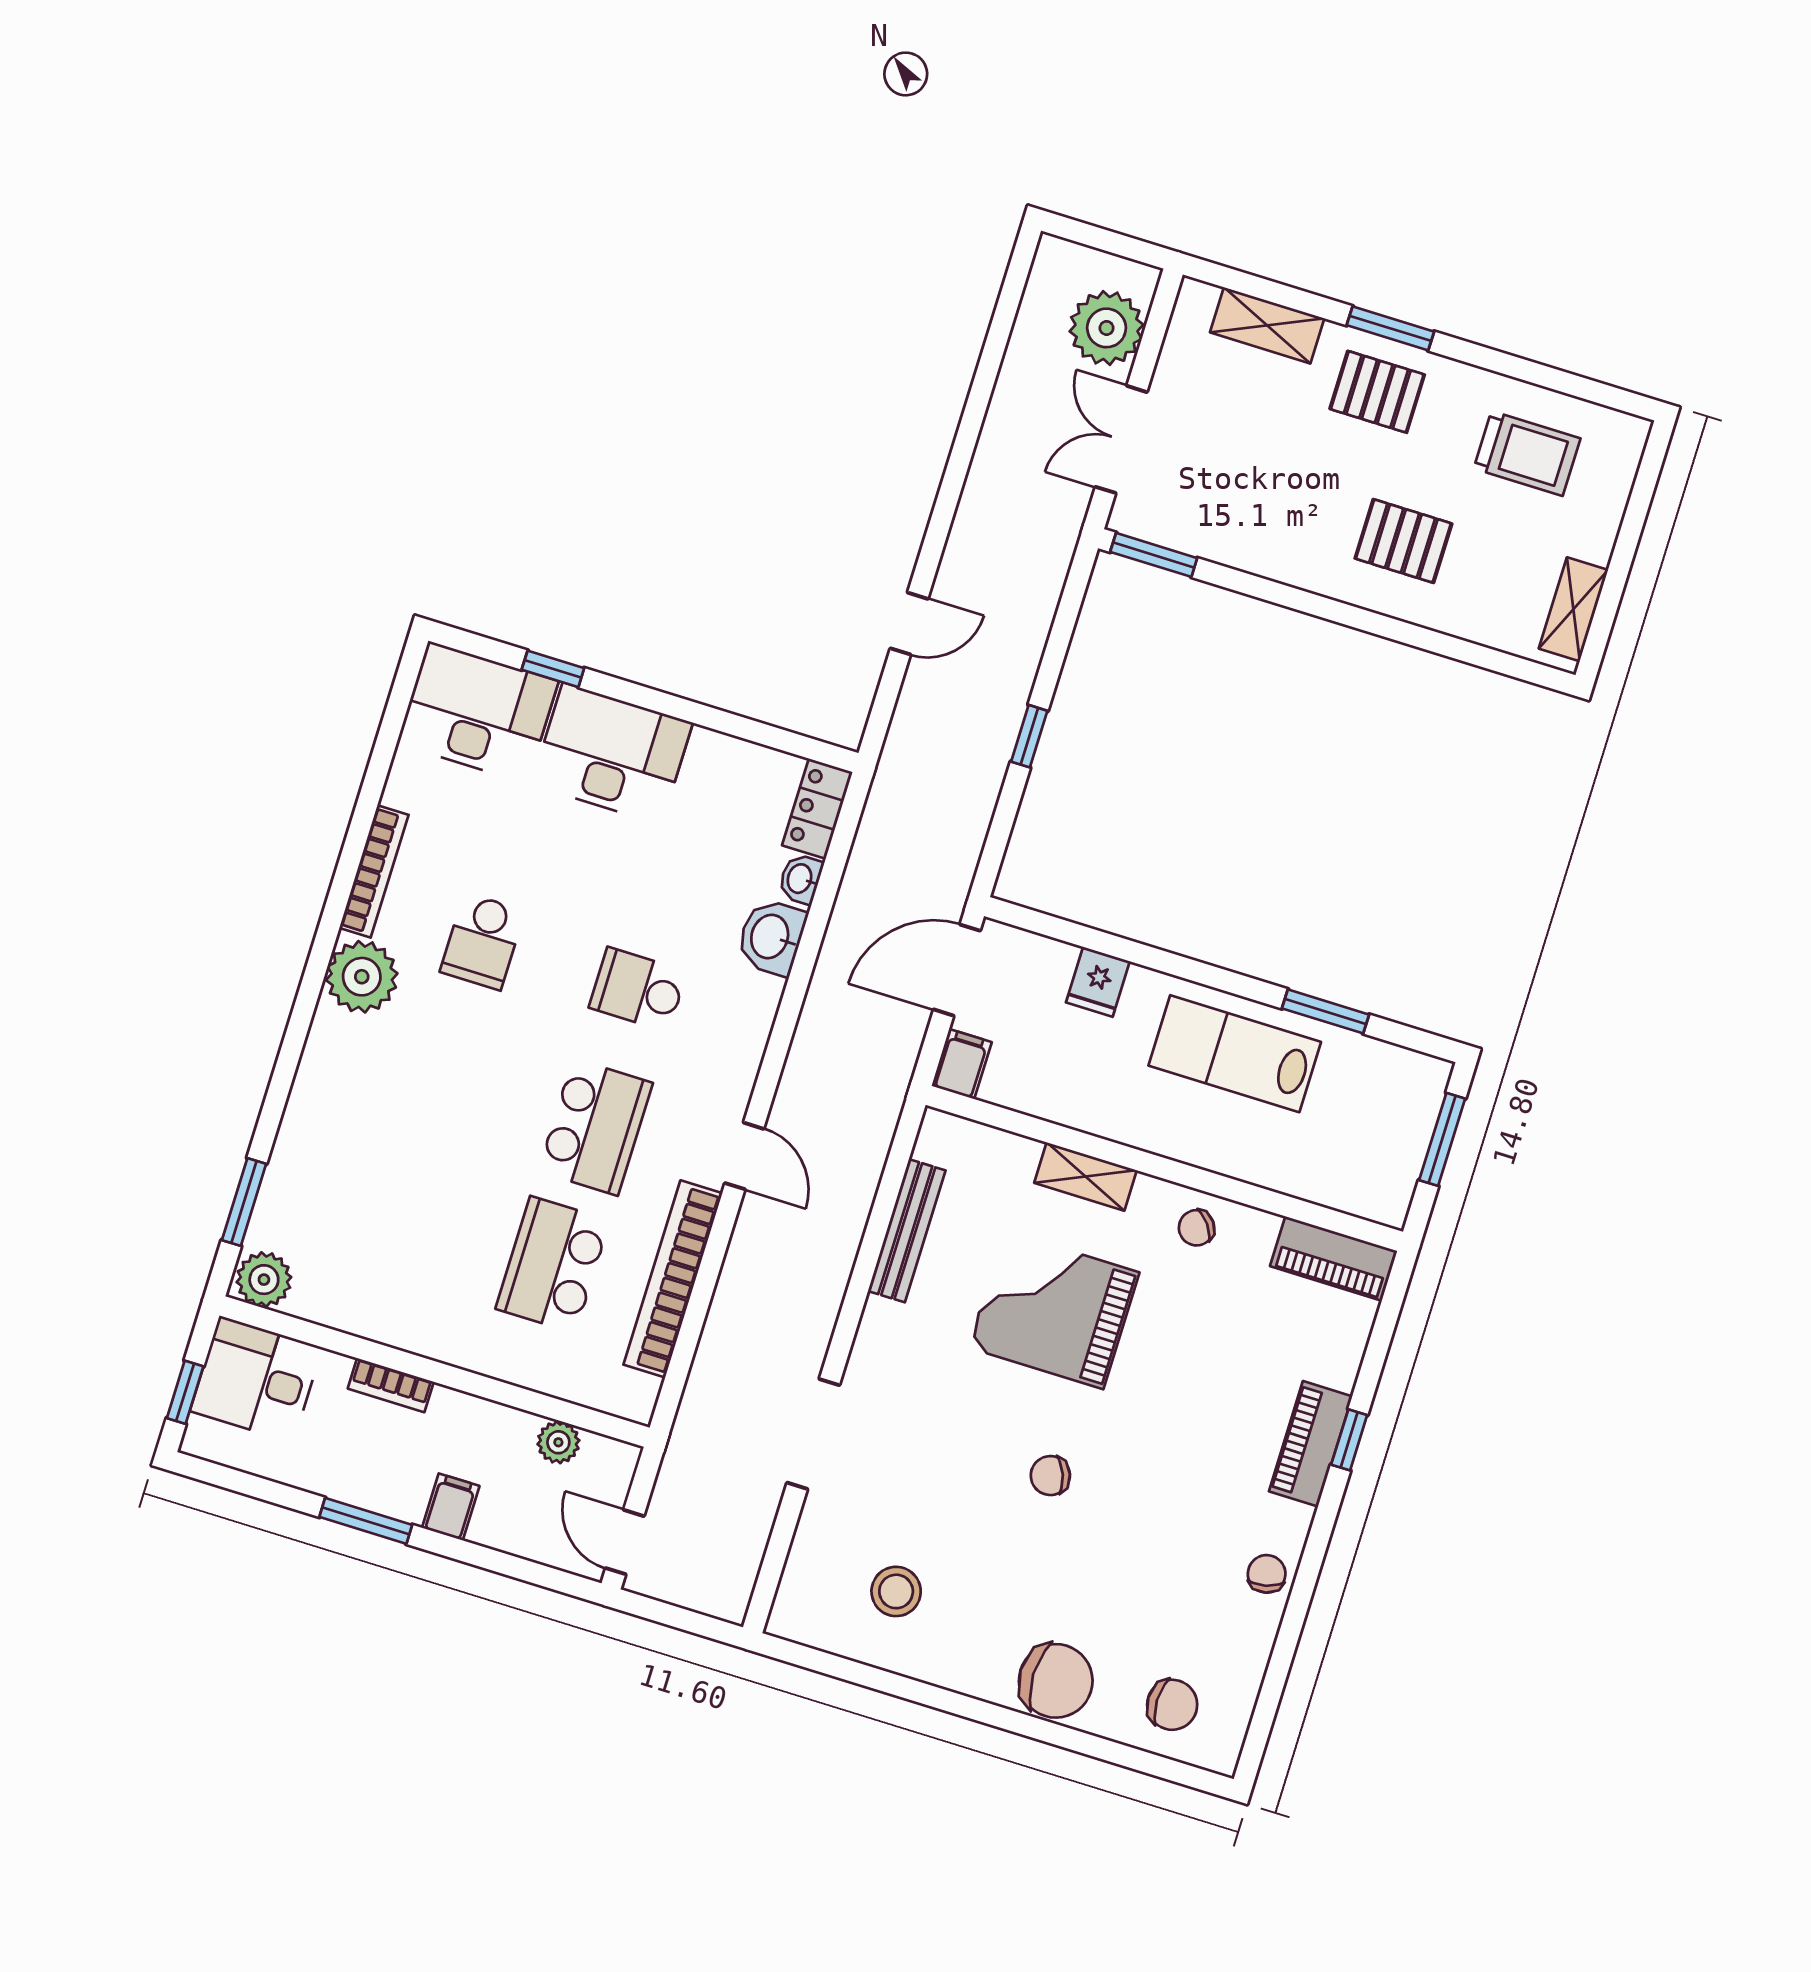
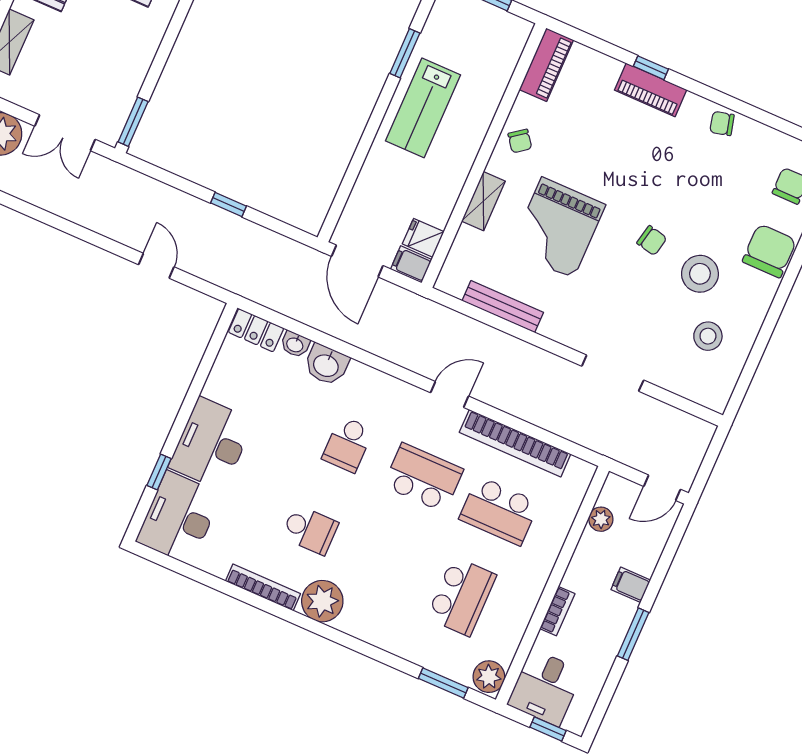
fridge: (1098, 982) -> (423, 238), moved, turned 180
school desk: (397, 1216) -> (461, 596), added
chair: (1050, 1476) -> (652, 241), turned -57
stool: (1002, 1565) -> (700, 274), added

